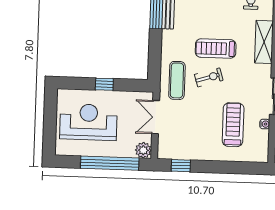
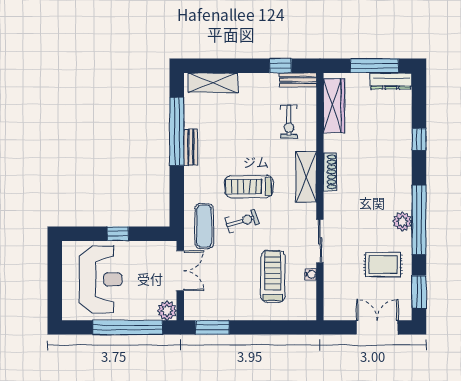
double door: (156, 117) -> (180, 271), swing flipped
reception desk: (88, 122) -> (101, 279), turned 90
window: (181, 166) -> (212, 327), width x1.50

